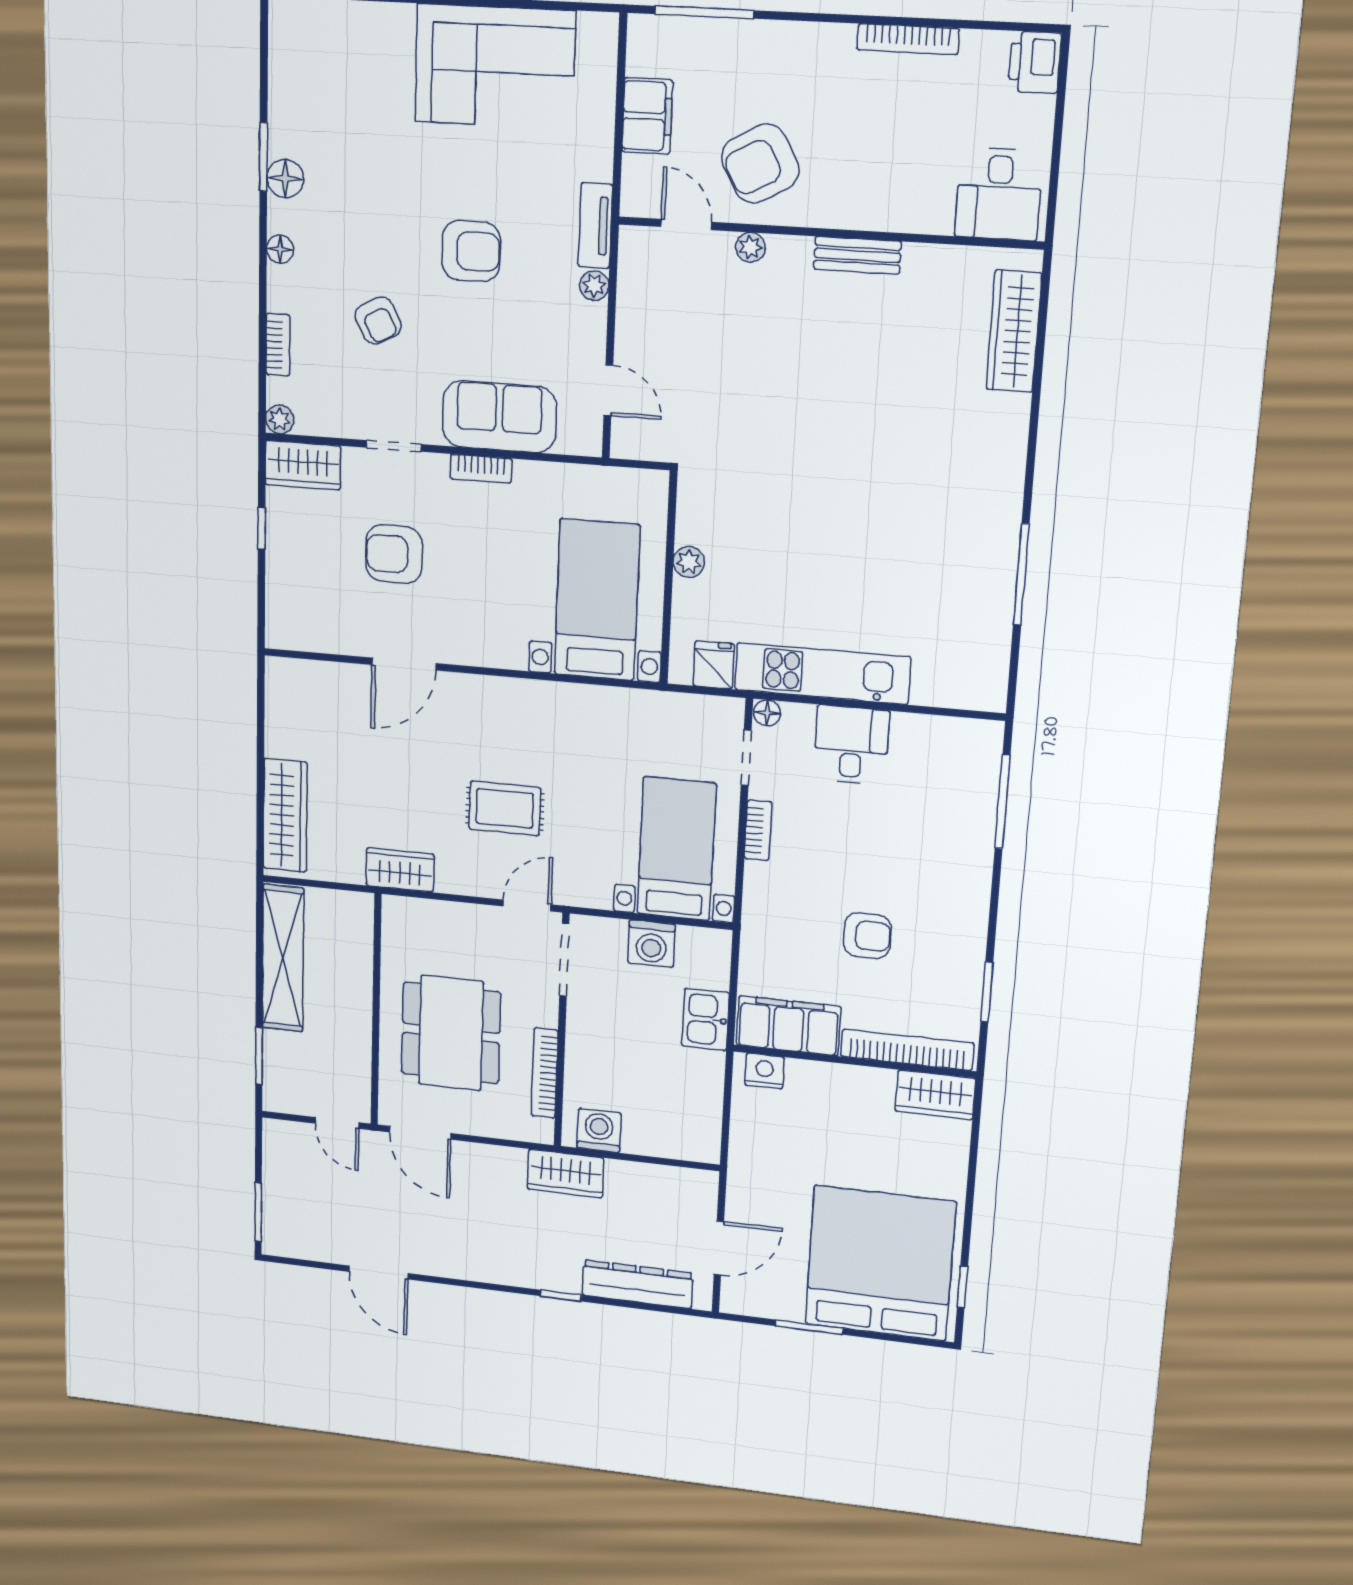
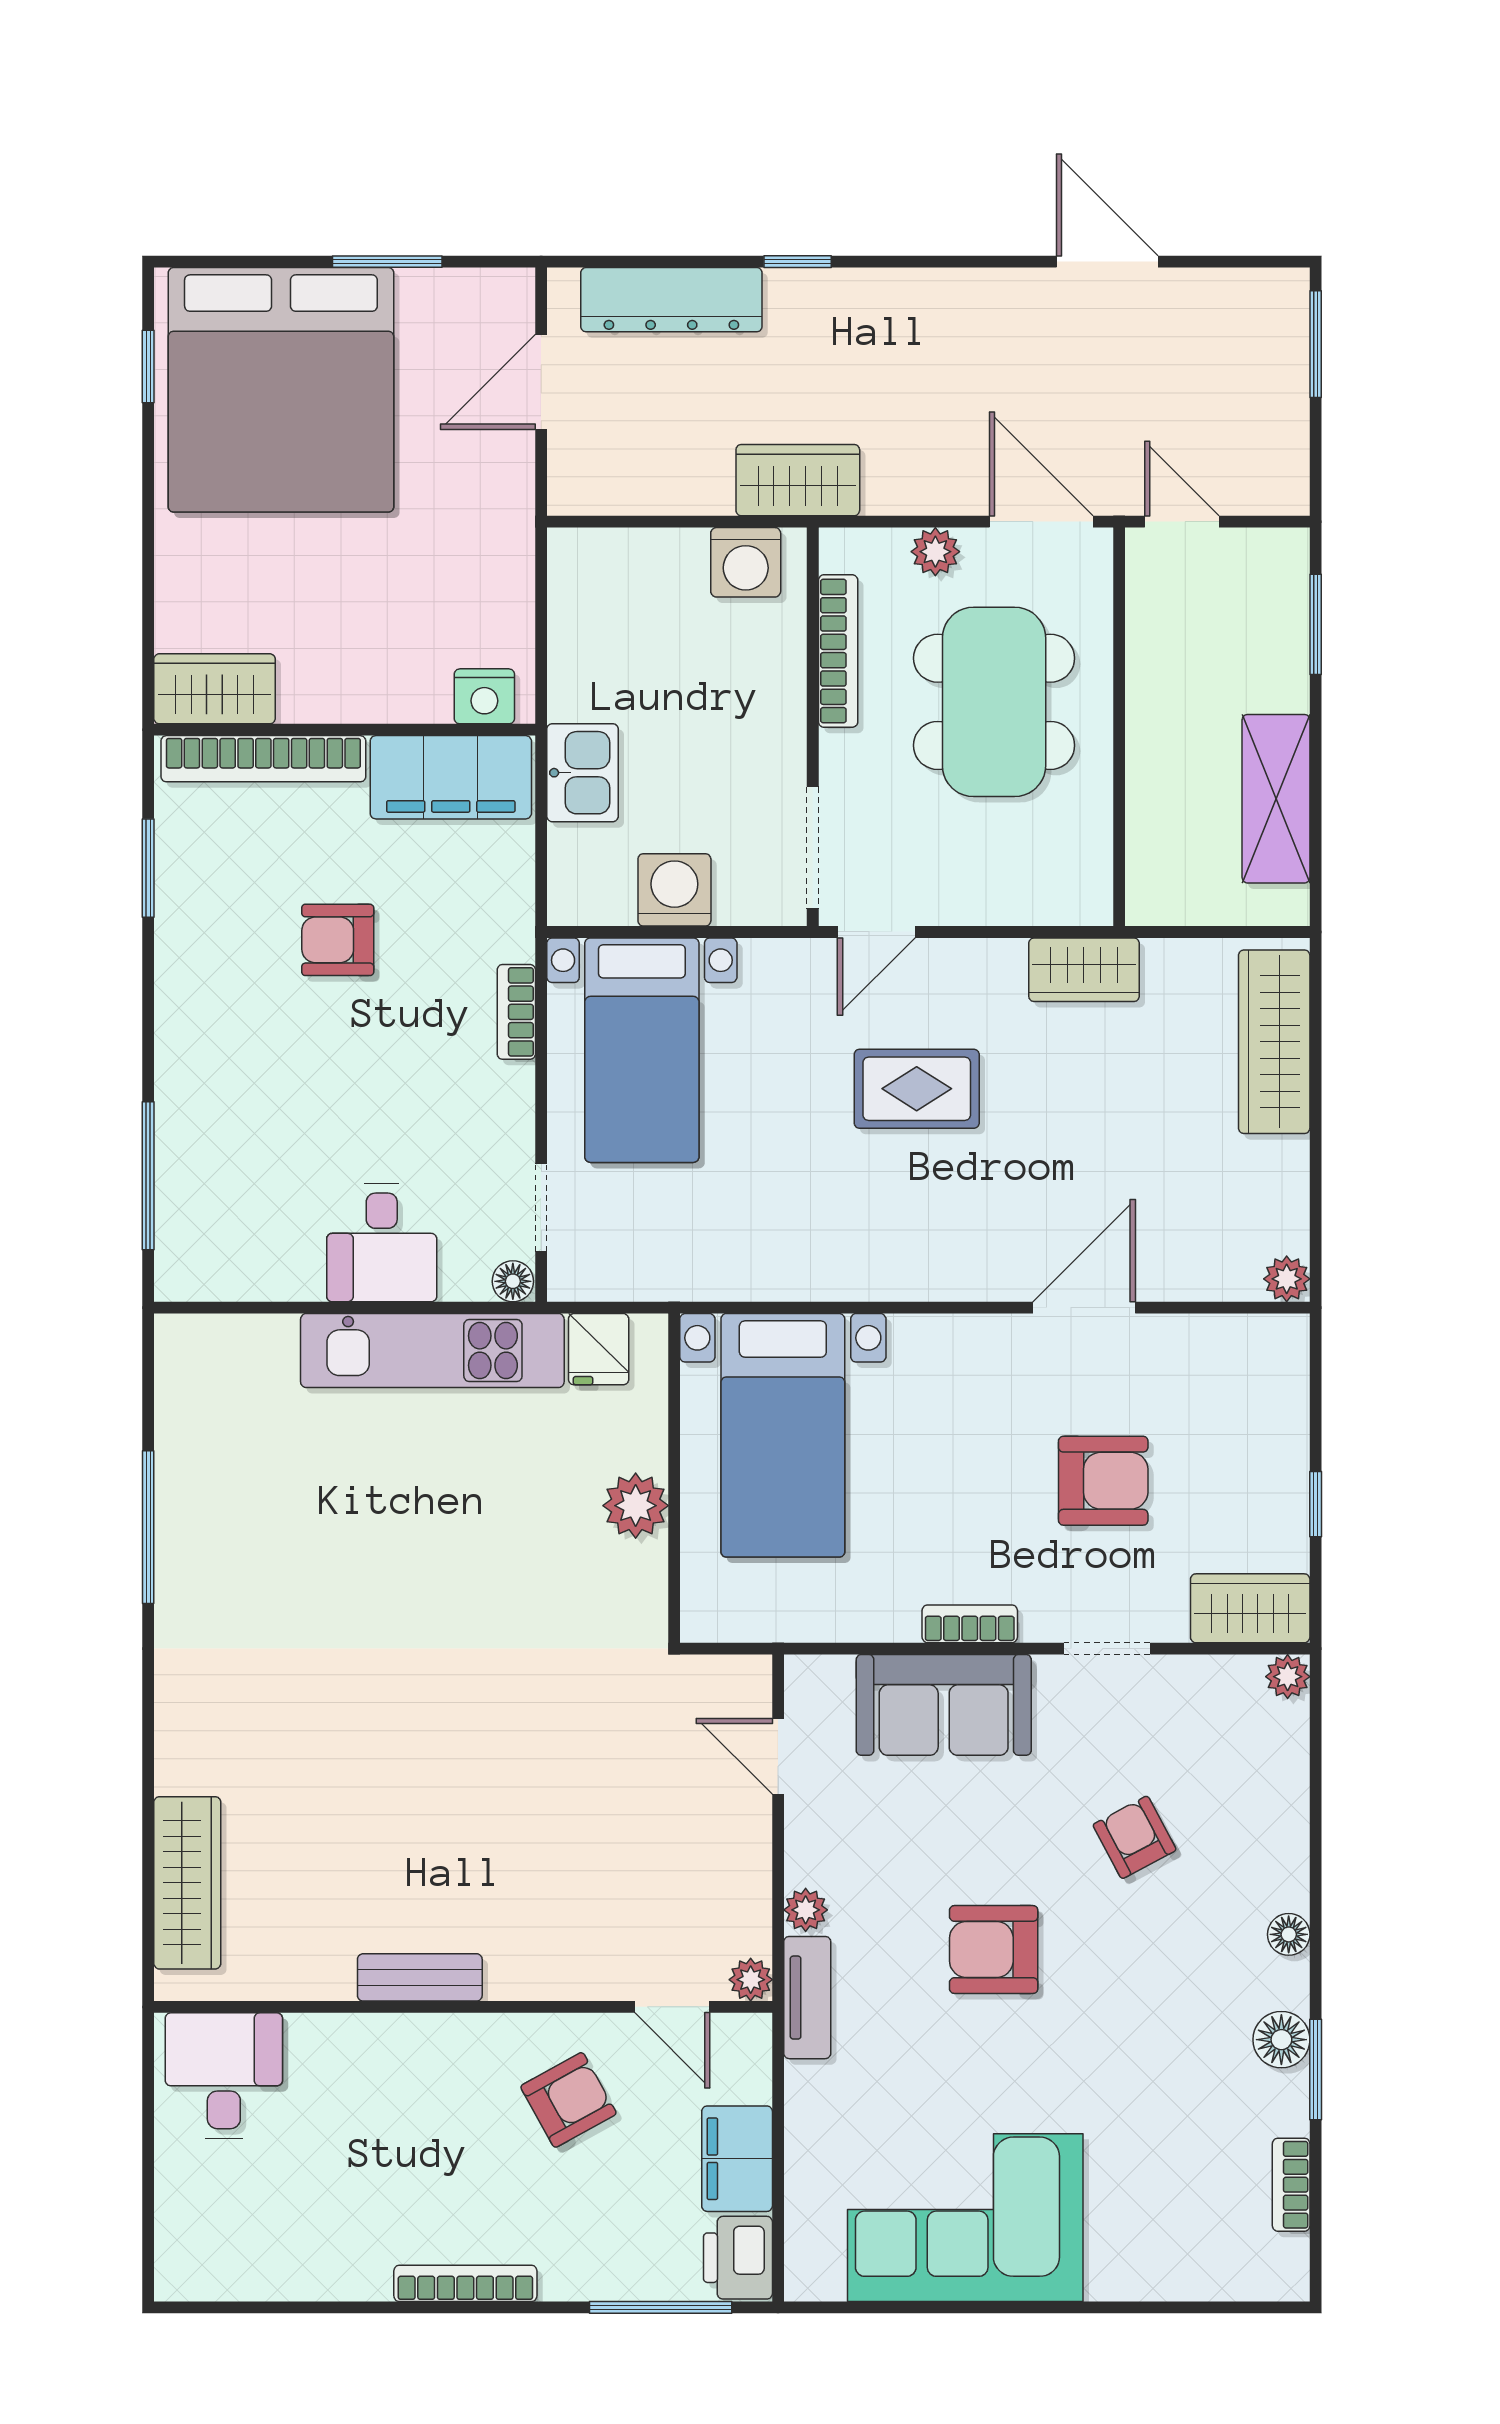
bookcase: (908, 39) -> (465, 2283), moved
printer: (1035, 62) -> (738, 2258), moved, turned 180
armchair: (760, 164) -> (568, 2100), width x0.72, depth x0.72
plant: (750, 247) -> (751, 1980), moved
bookcase: (278, 345) -> (1291, 2185), moved
plant: (689, 562) -> (636, 1506), width x1.38, depth x1.38
plant: (279, 671) -> (1287, 1279), added
bookcase: (758, 830) -> (516, 1012), moved
shelving: (283, 958) -> (1276, 799), width x0.68
plant: (484, 1123) -> (935, 552), added

